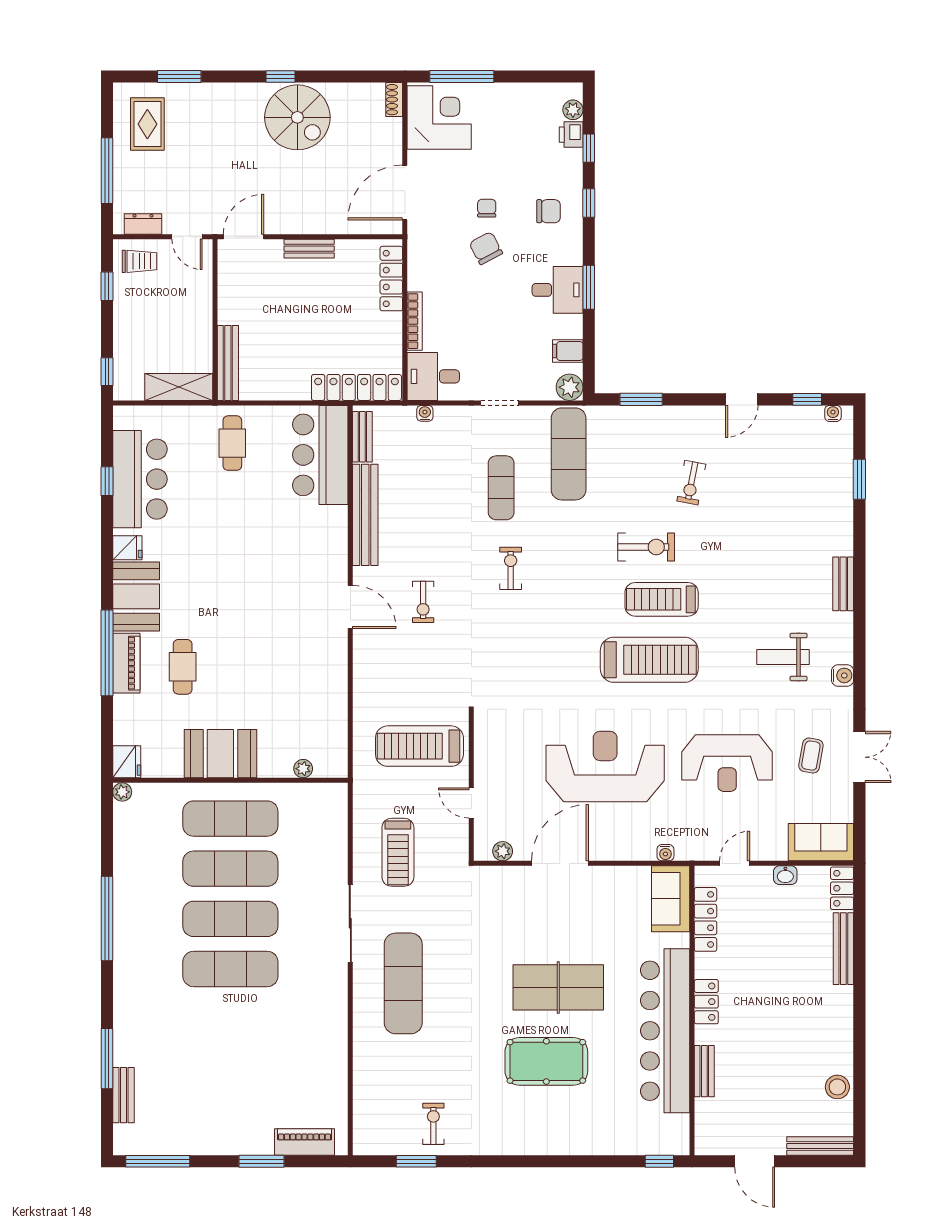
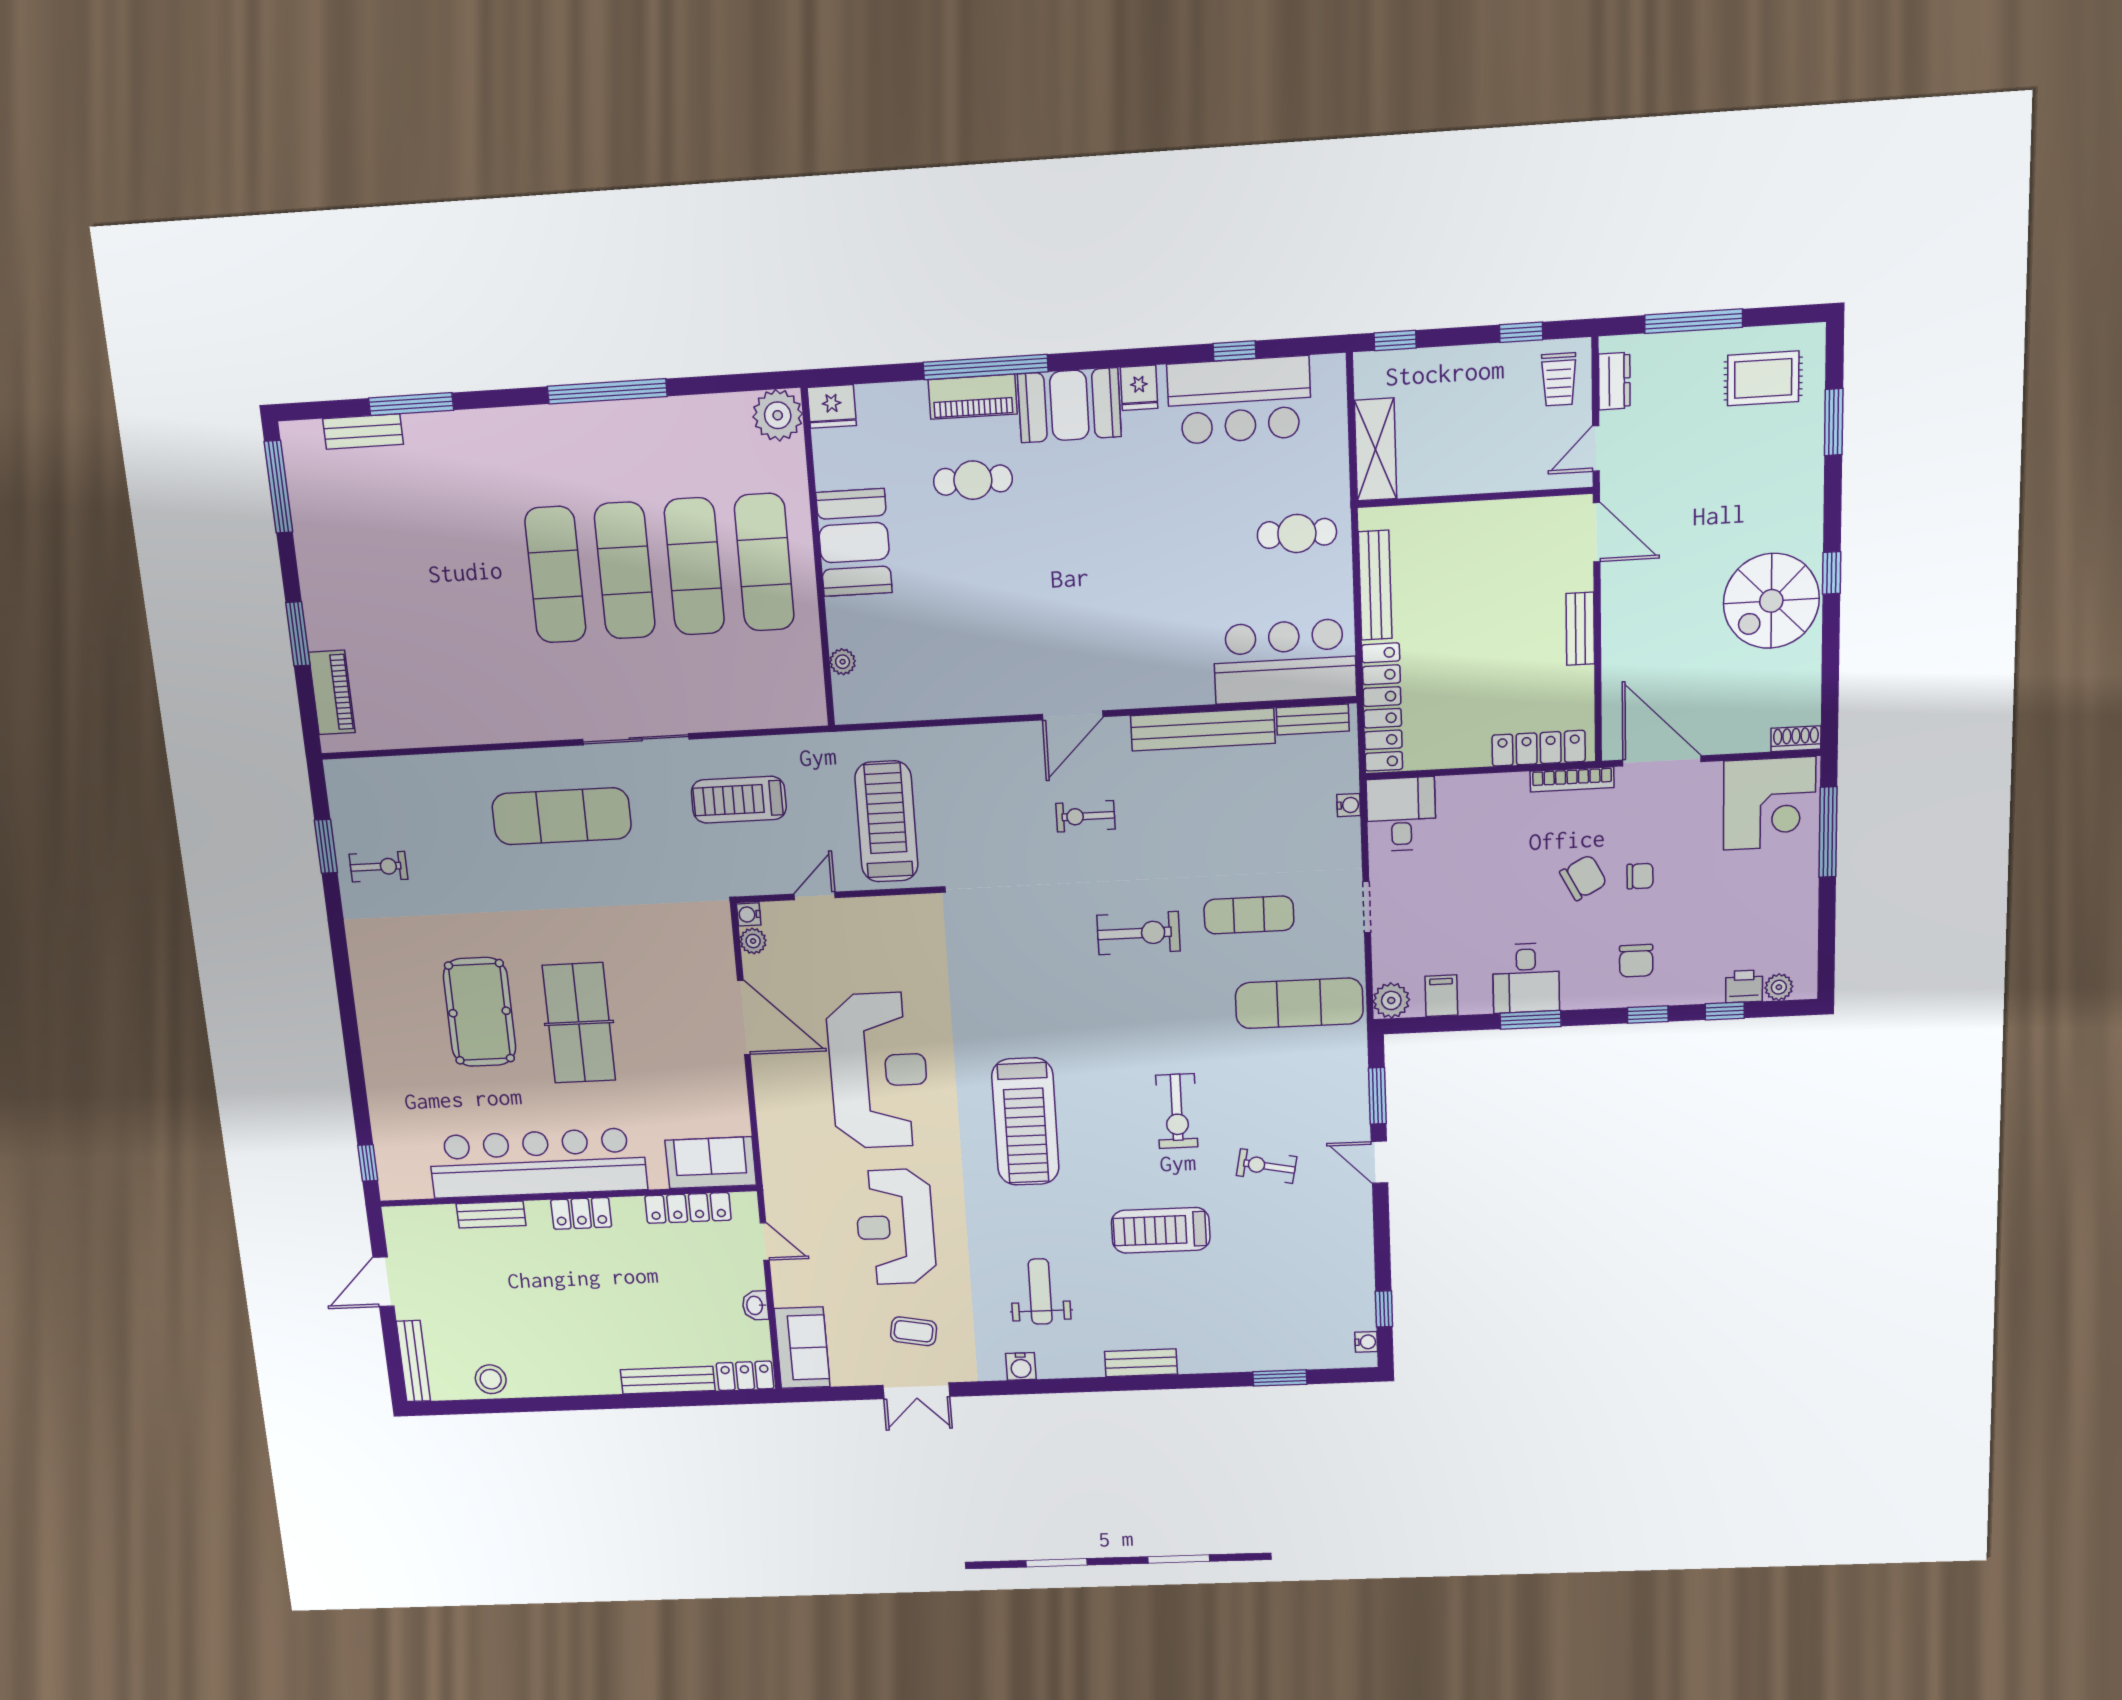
bookcase: (415, 321) -> (1572, 779), moved
bench: (228, 363) -> (1375, 585), moved, turned 90
door: (742, 399) -> (1379, 1162), moved
exercise bike: (511, 568) -> (1138, 933), width x1.38, depth x1.39
treadmill: (662, 599) -> (1161, 1230), moved, turned -90
plant: (122, 792) -> (778, 415), width x1.87, depth x1.87
water cooler: (665, 853) -> (749, 914), moved

